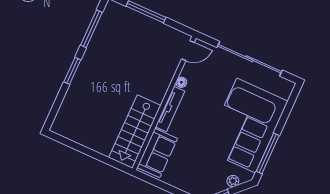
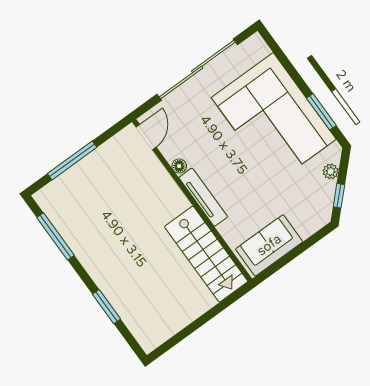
window: (72, 71) -> (107, 307), moved
sofa: (157, 153) -> (269, 245), moved, turned -90
window: (268, 153) -> (321, 112), width x0.69

